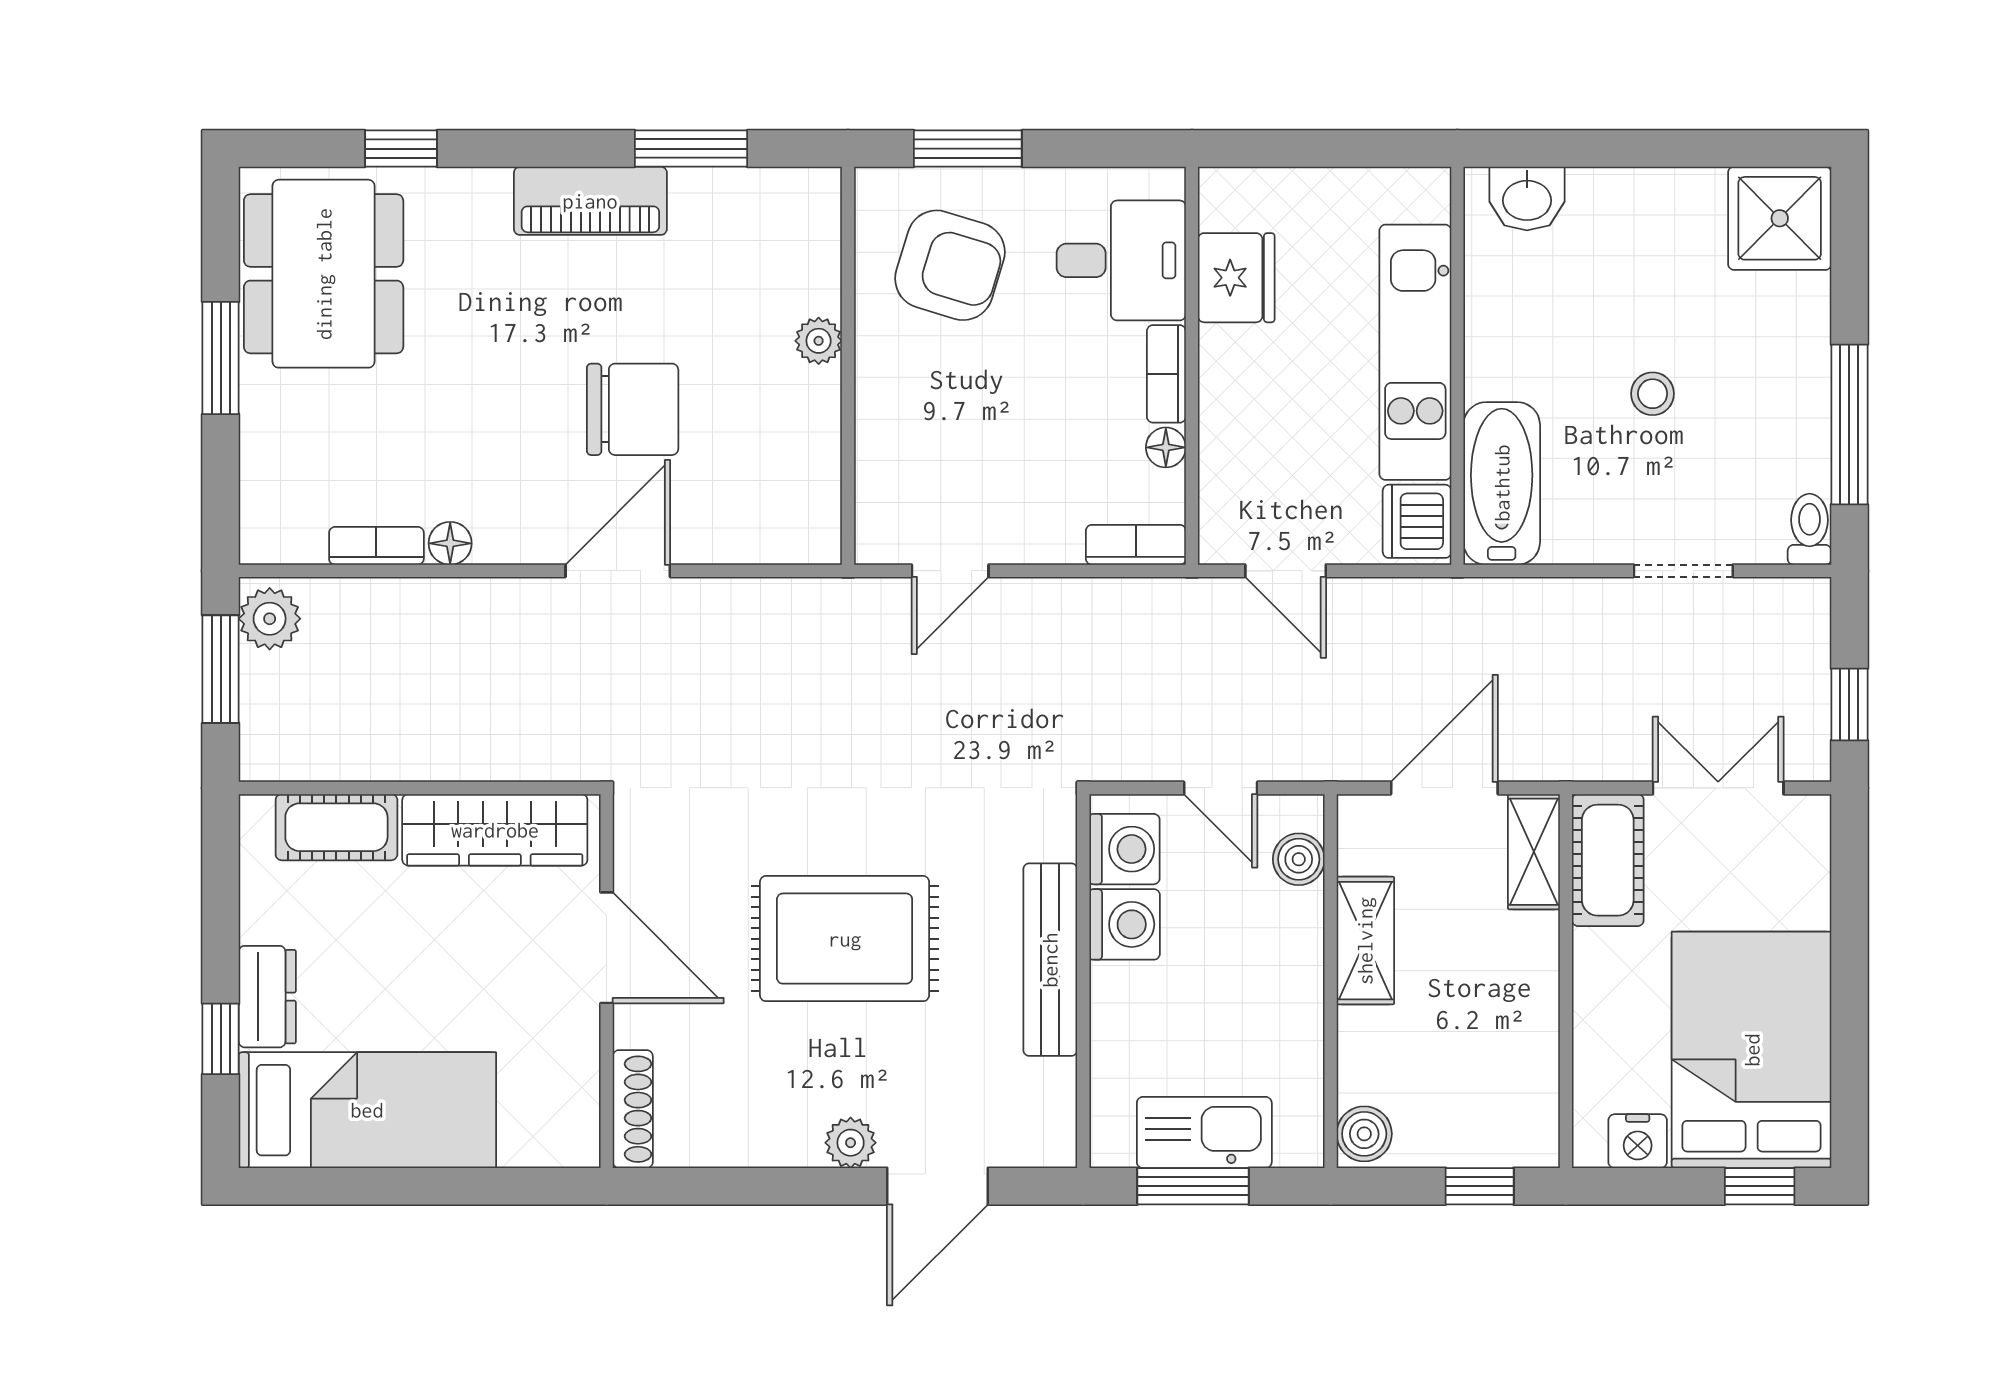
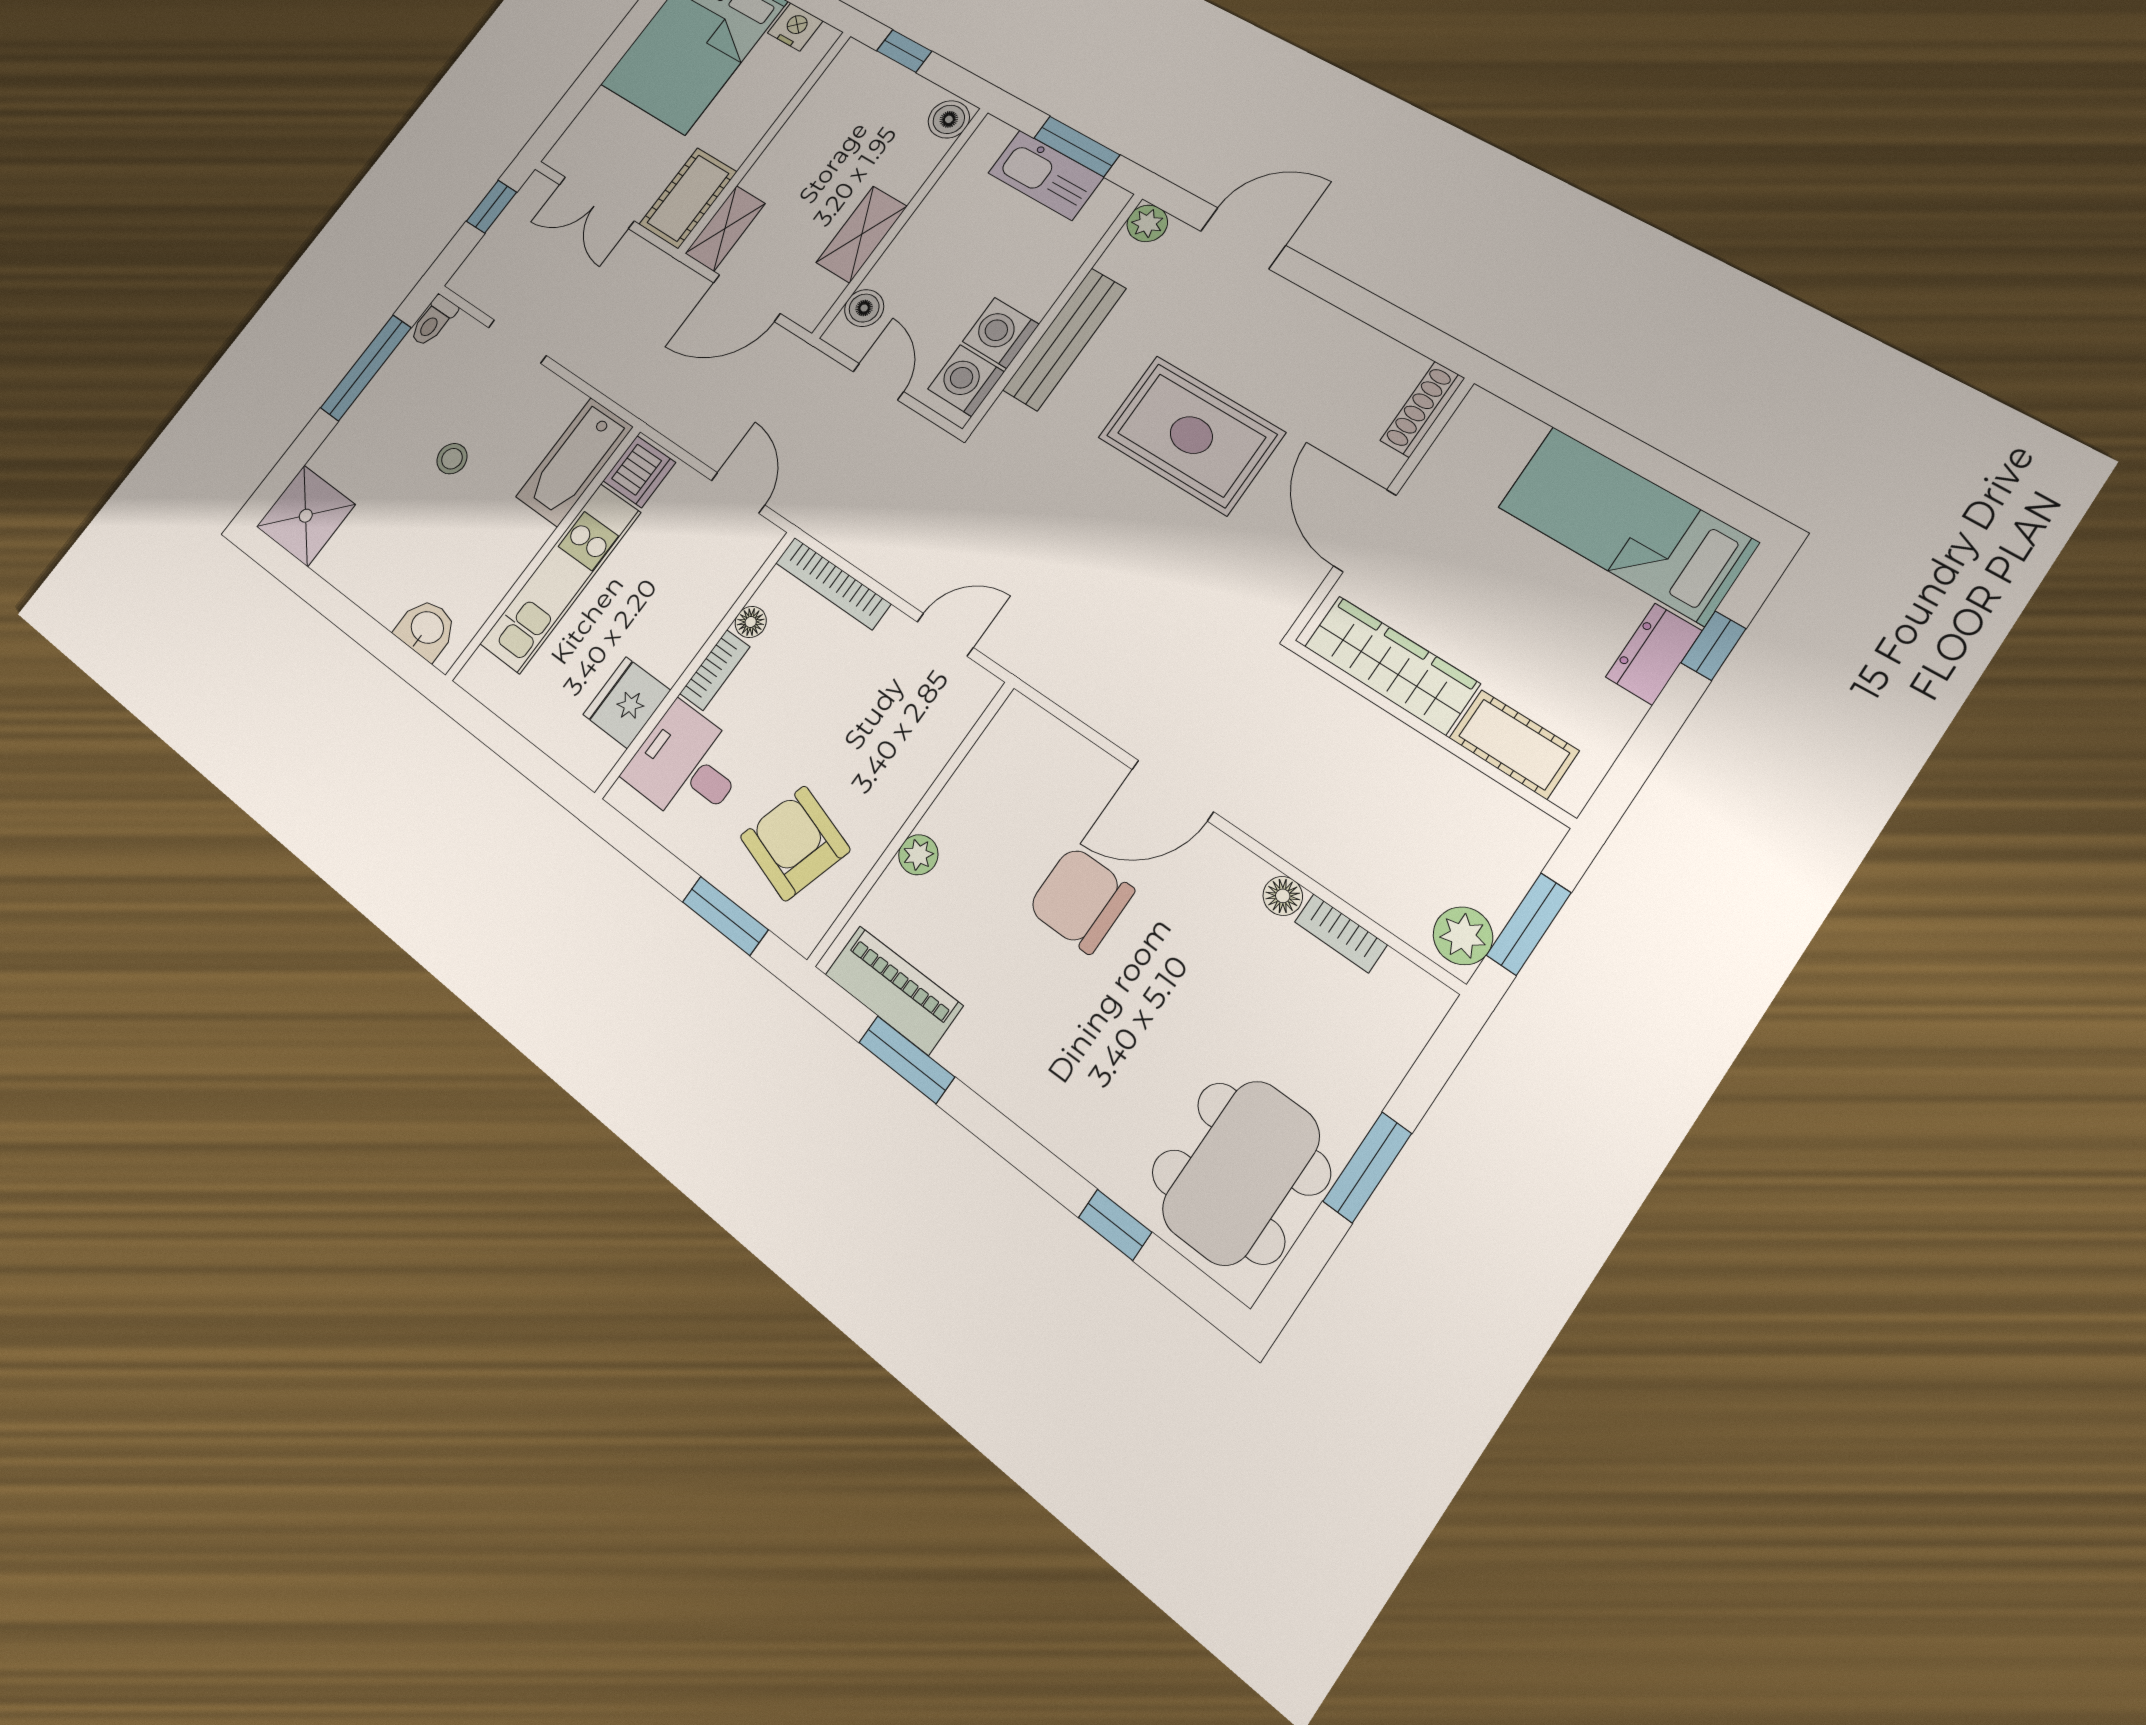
piano: (590, 201) -> (894, 990), moved
bookcase: (1136, 545) -> (833, 583), width x1.56
plant: (851, 1143) -> (1147, 223), moved

